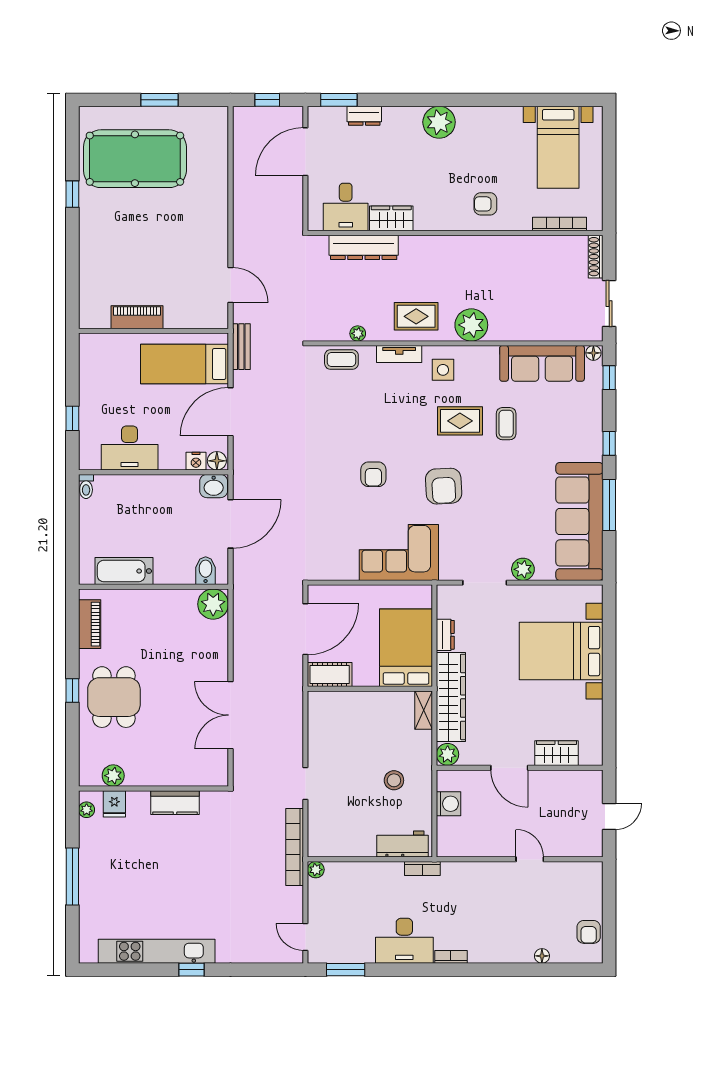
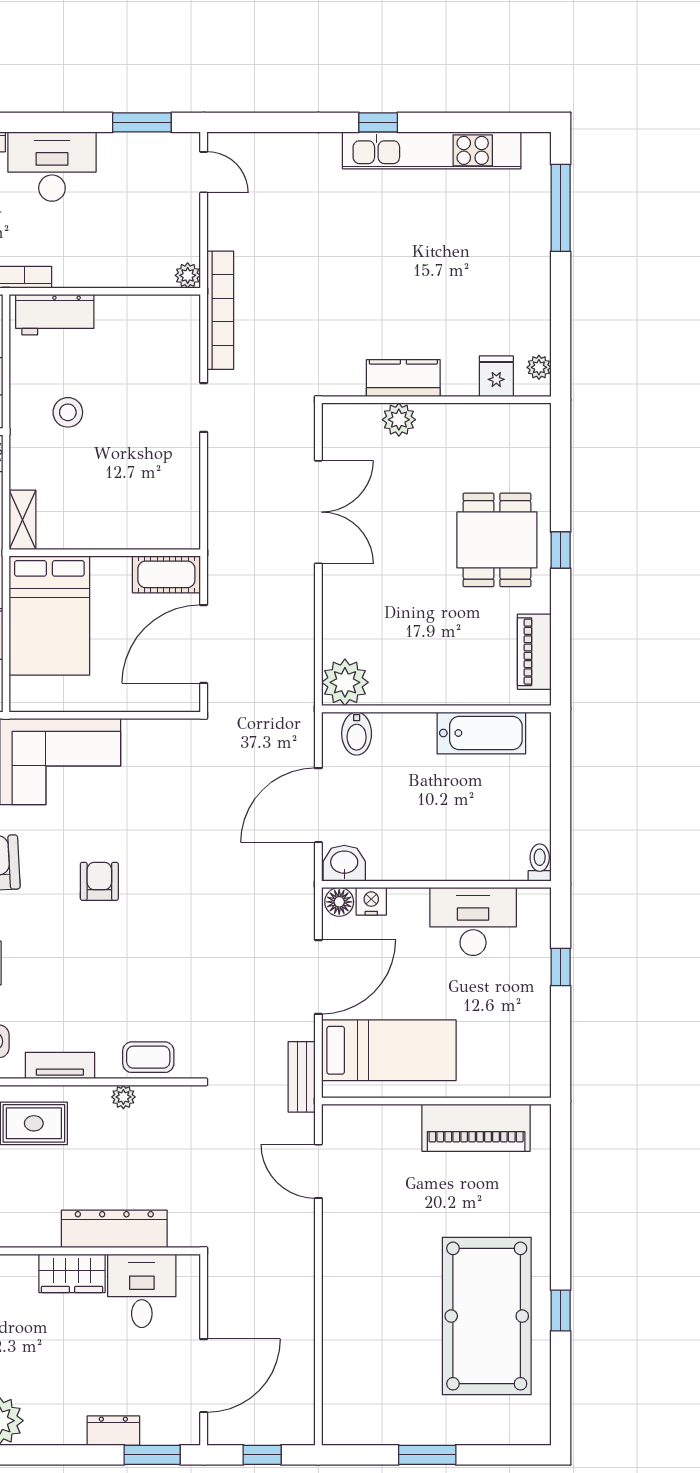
pool table: (135, 159) -> (487, 1316), moved, turned 90
piano: (137, 317) -> (476, 1128), width x1.37, depth x1.33
plant: (113, 776) -> (399, 420), moved
window: (72, 877) -> (561, 208), moved

